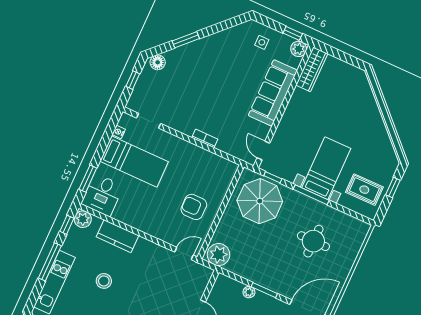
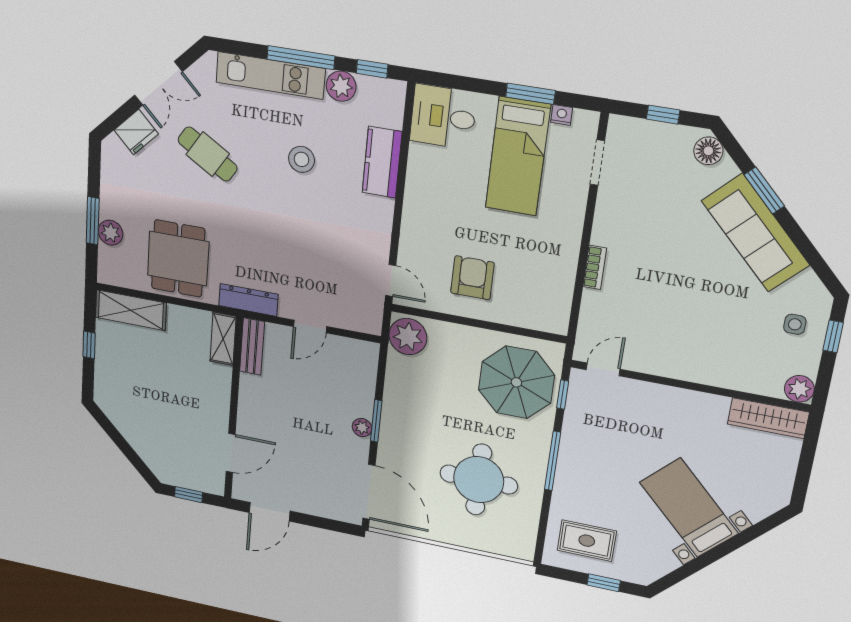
window: (293, 33) -> (833, 336), moved
sofa: (273, 93) -> (756, 233), moved, turned -135
bed with nightstands: (326, 168) -> (689, 508), moved, turned -135
window: (88, 179) -> (530, 94), moved
rug: (364, 190) -> (587, 541), turned 90
plant: (83, 219) -> (341, 86), moved
round table: (313, 241) -> (479, 480), width x1.36, depth x1.36
plant: (249, 292) -> (362, 428), moved

